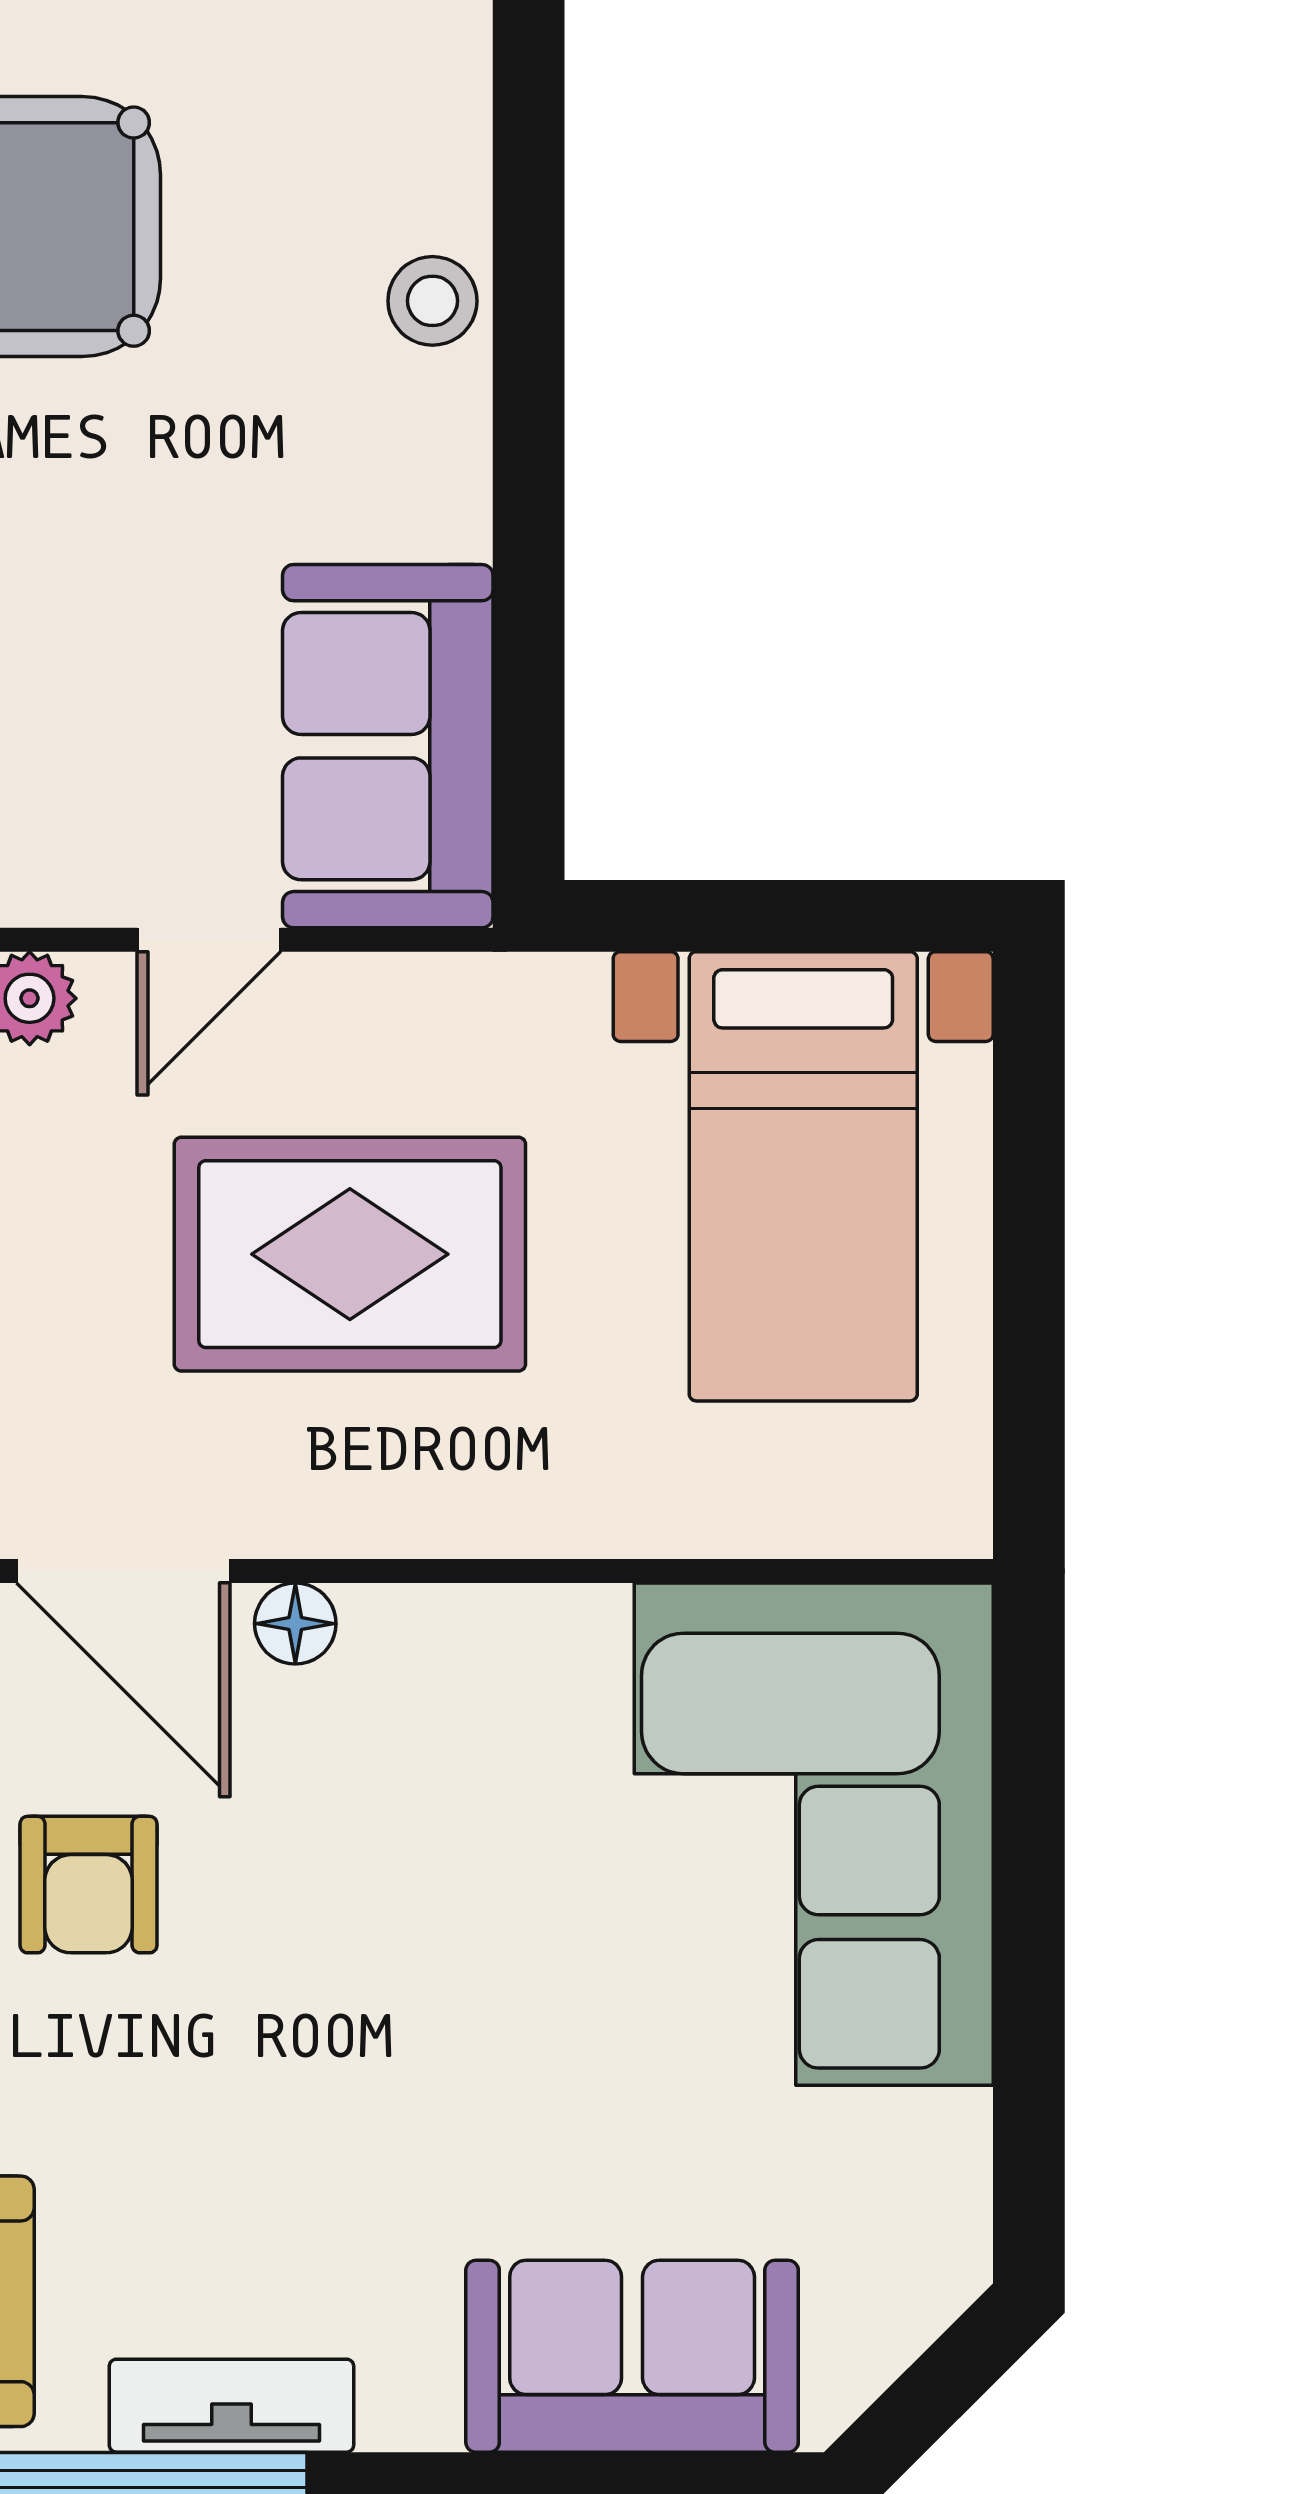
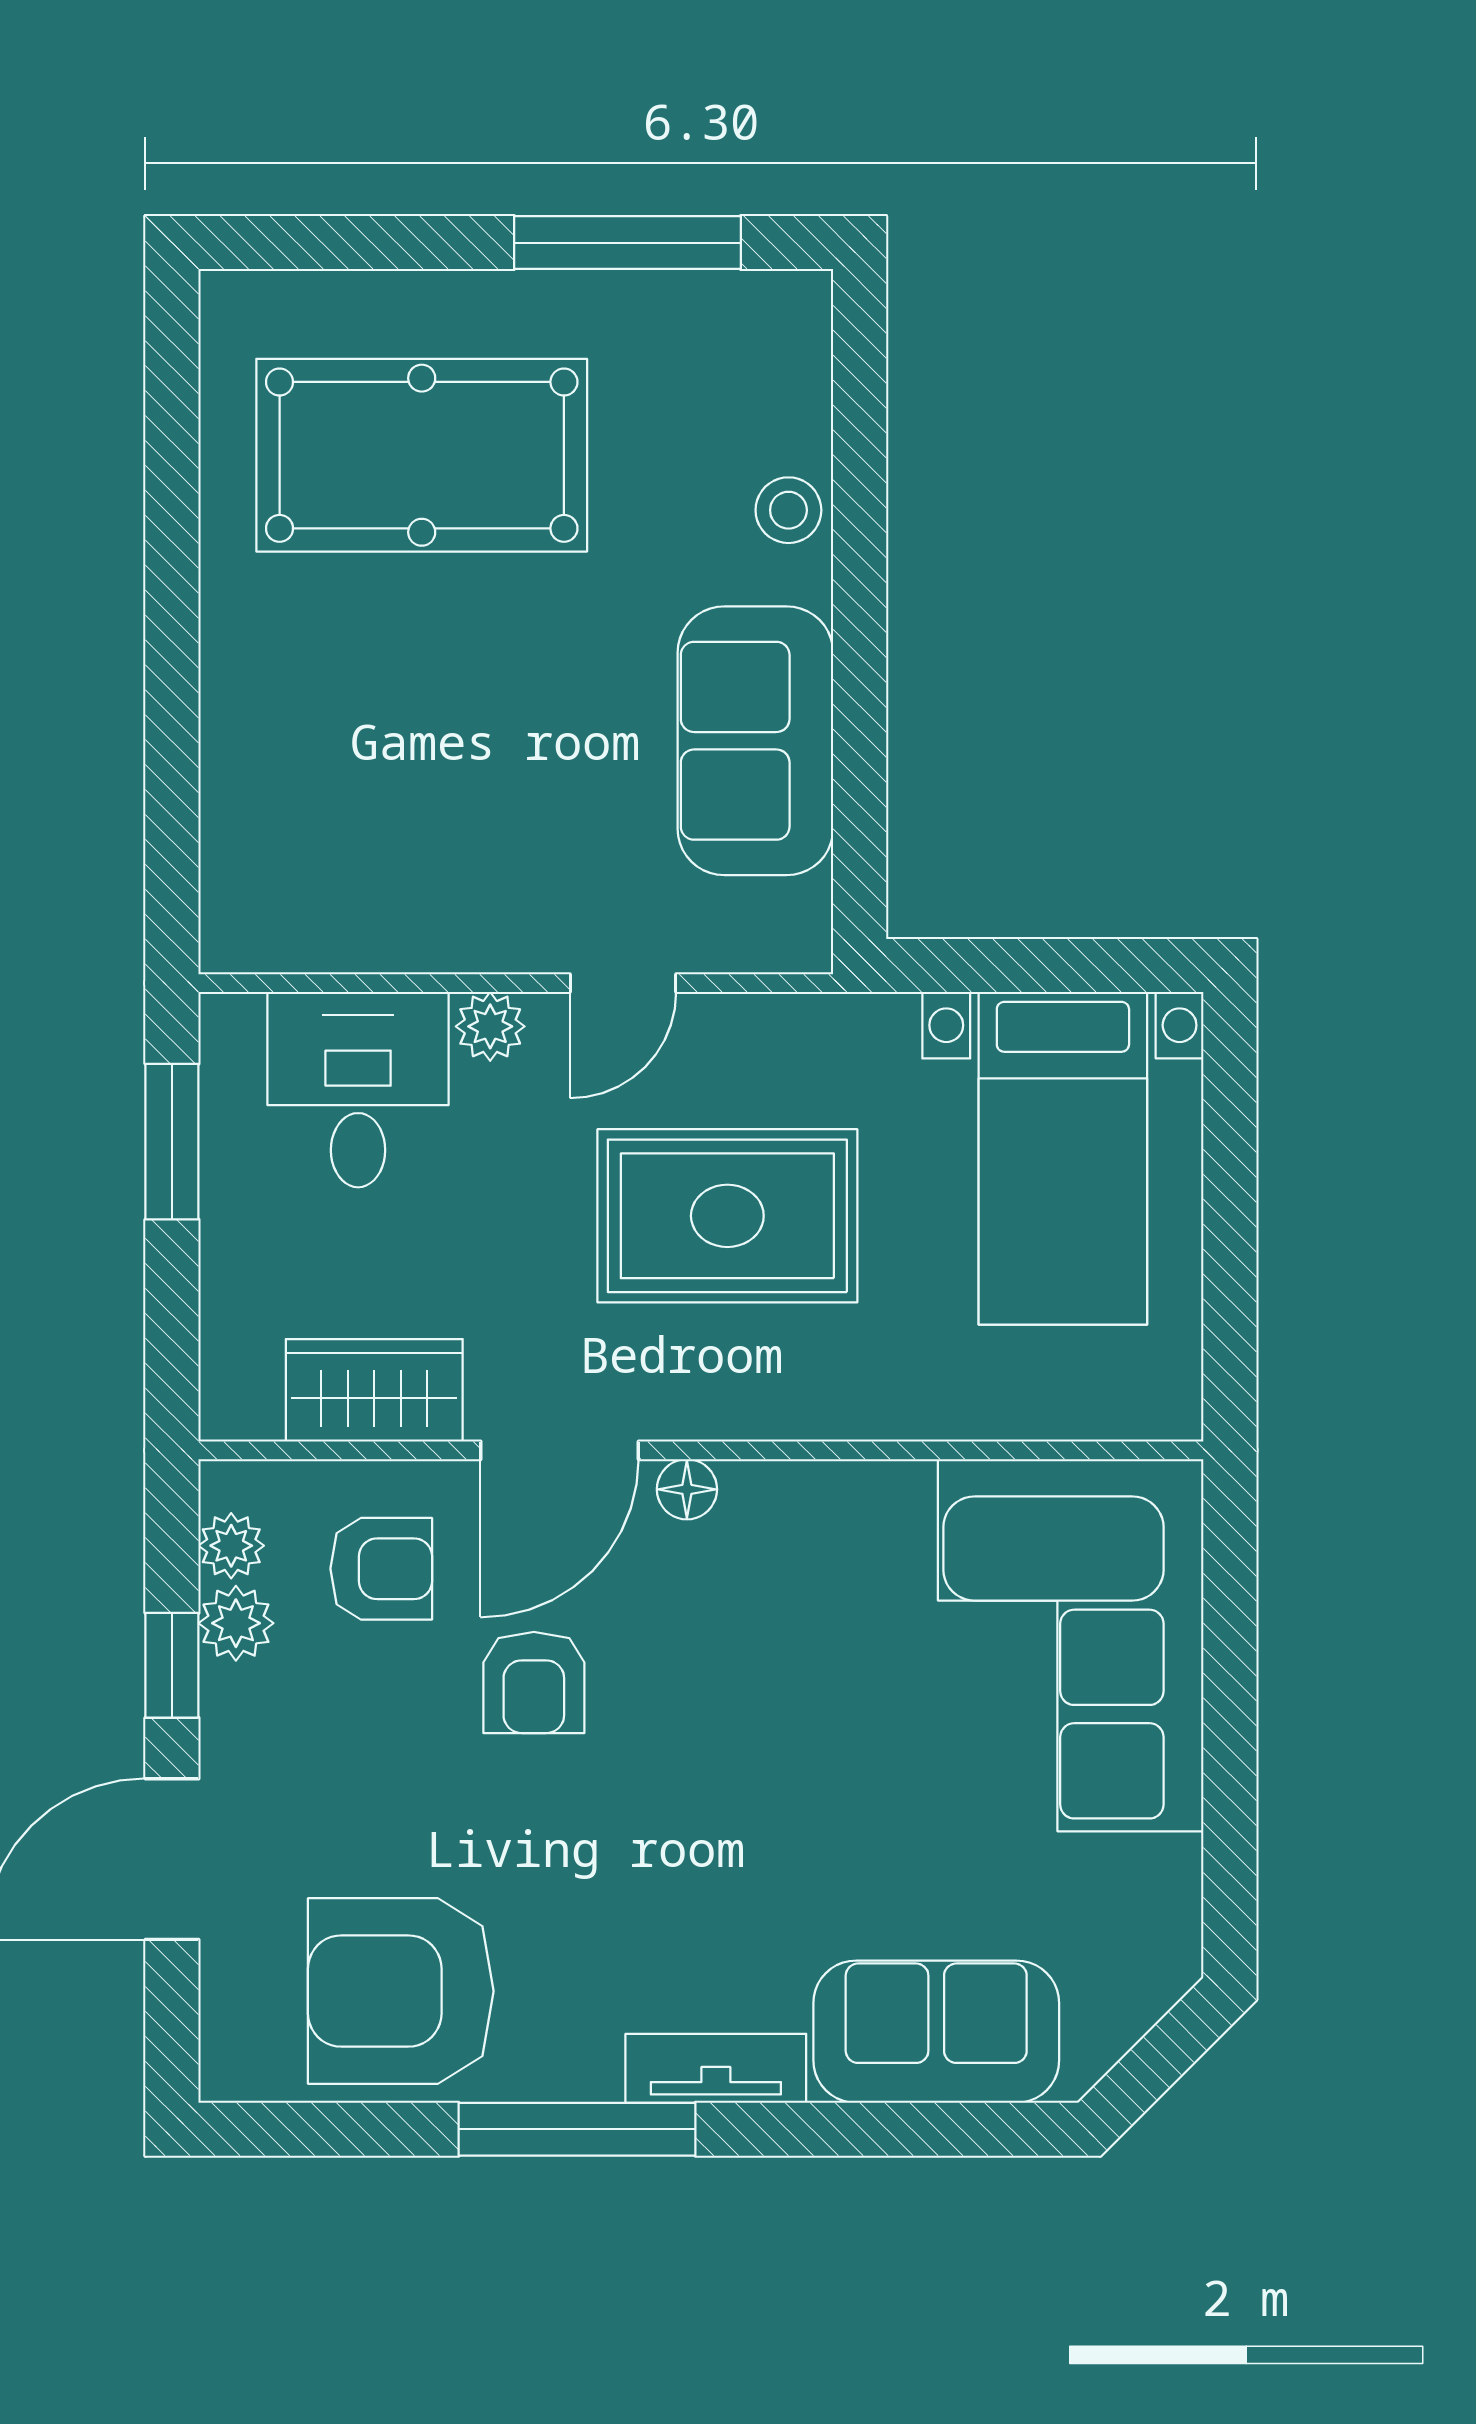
sofa: (388, 746) -> (755, 741), moved
door: (123, 1571) -> (560, 1450), hinge flipped
tv unit: (231, 2406) -> (716, 2068), moved

